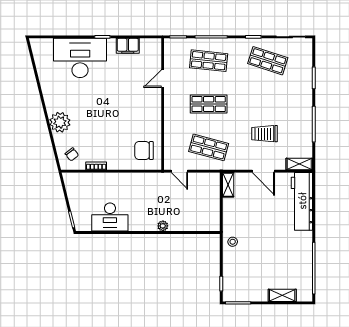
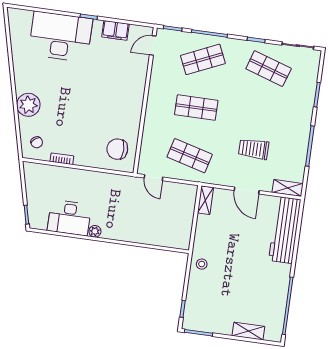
shop shelf: (209, 61) -> (203, 59), turned -30
door: (163, 79) -> (153, 45), moved
plant: (163, 226) -> (95, 231), moved

